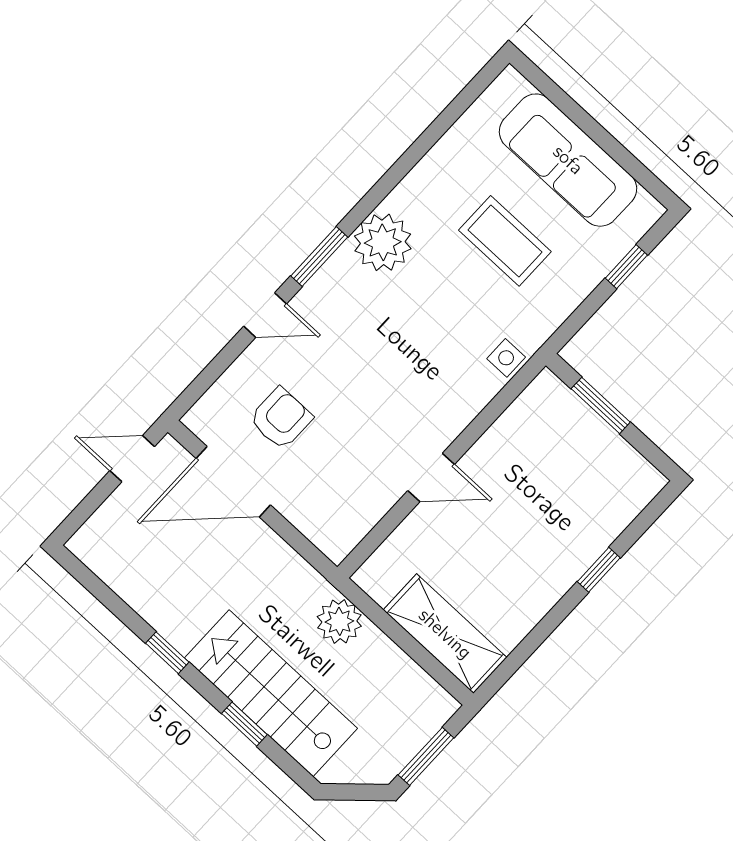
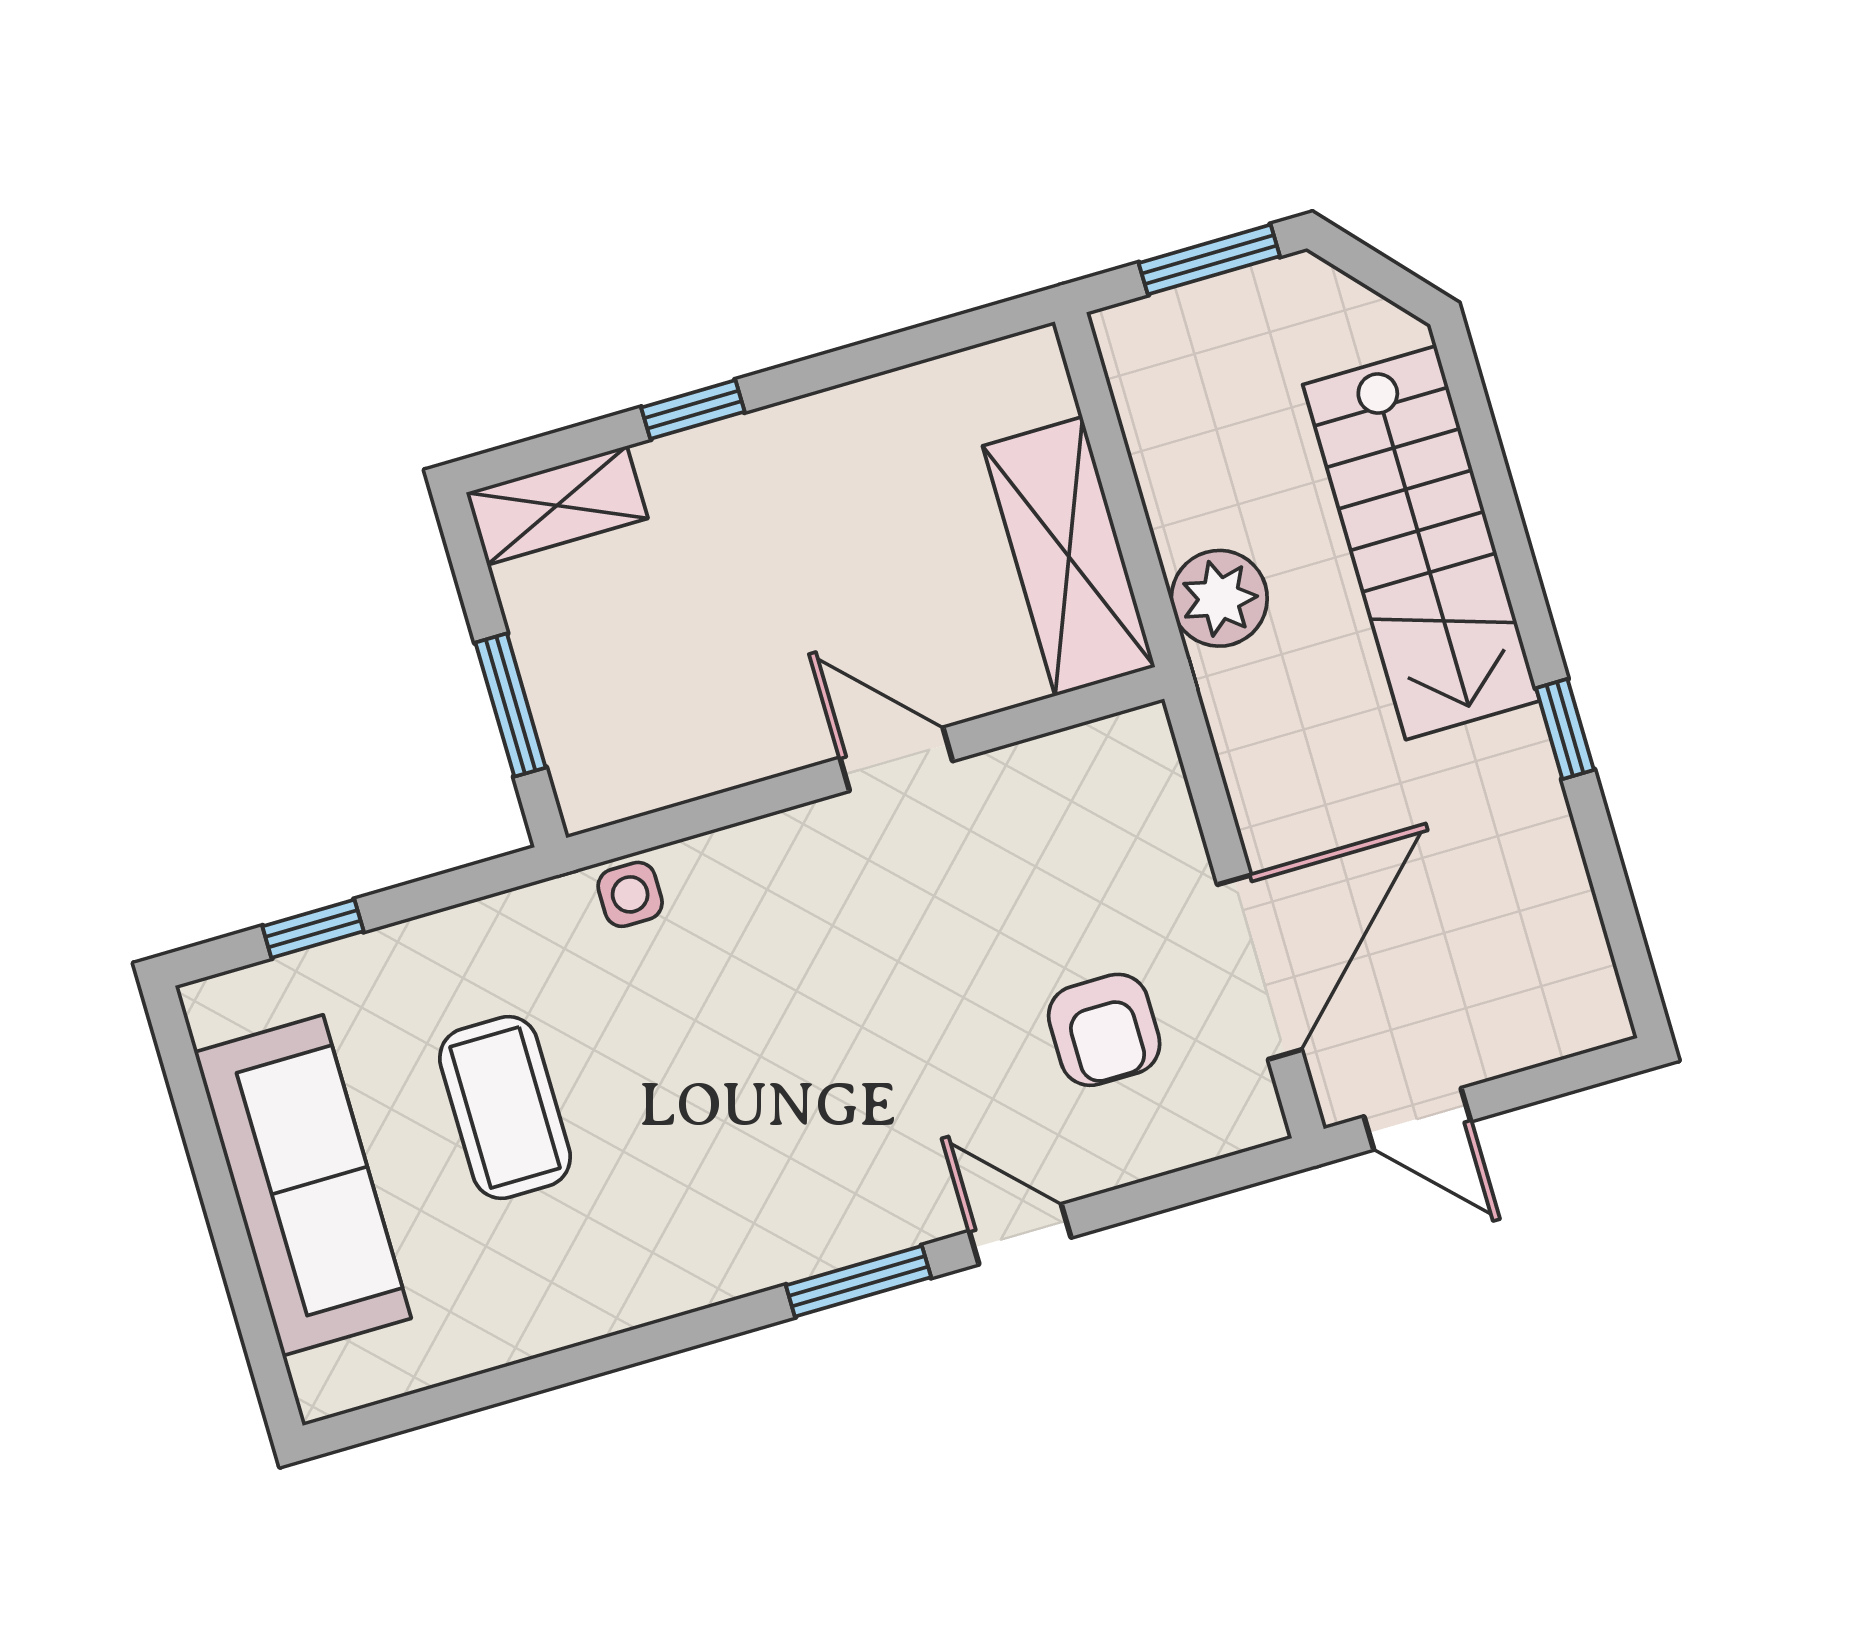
plant: (383, 242) -> (728, 1238), removed
armchair: (281, 418) -> (1104, 1030), turned -90
door: (233, 482) -> (1259, 967), hinge flipped
shelving: (631, 498) -> (557, 505), added
shelving: (445, 634) -> (1069, 556), moved
window: (244, 724) -> (1503, 516), removed

